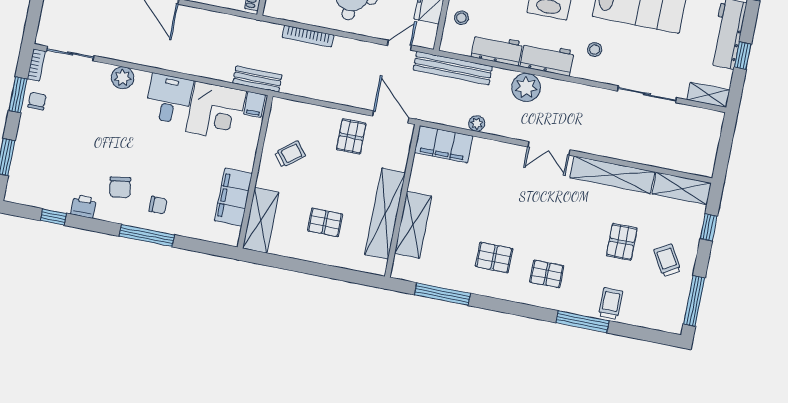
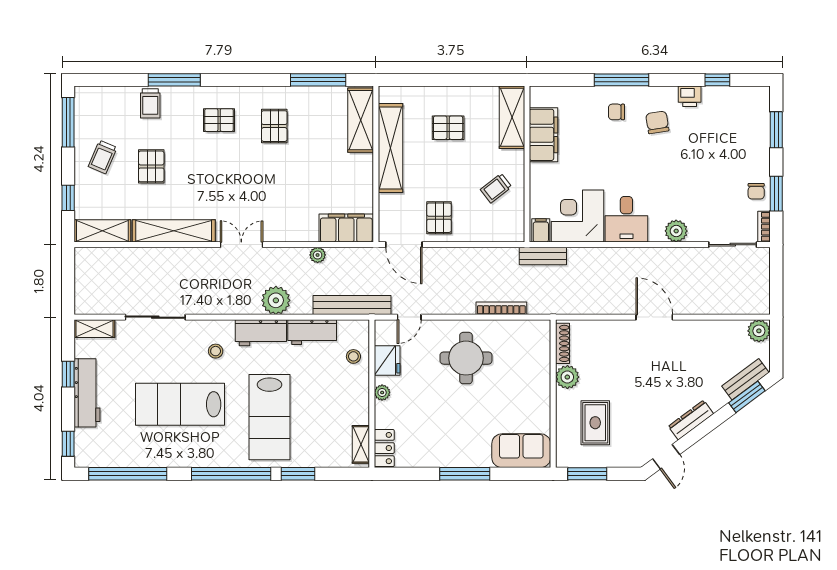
shelving: (413, 225) -> (361, 120), moved
pallet: (494, 257) -> (274, 126), turned 90
trolley: (667, 260) -> (103, 157), turned 53

